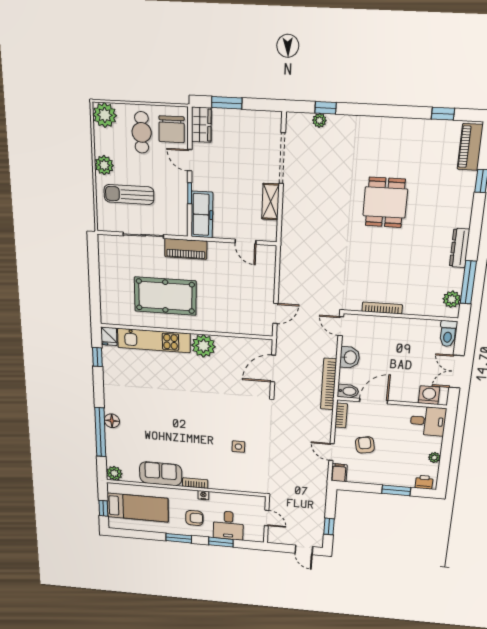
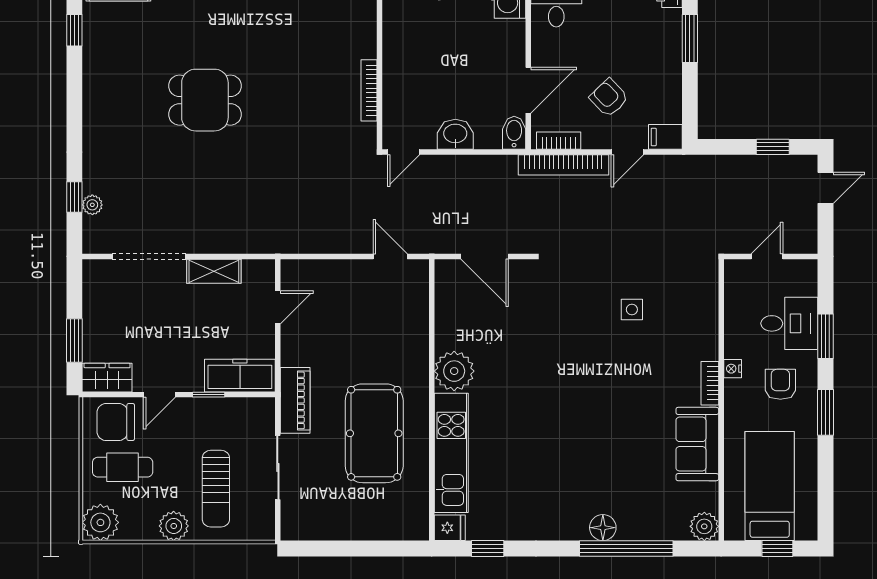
chair: (172, 129) -> (116, 422), turned 180
bookcase: (329, 384) -> (563, 165), moved
door: (374, 401) -> (528, 90), swing flipped
armchair: (365, 445) -> (609, 98), turned 57

